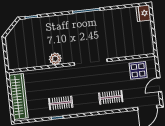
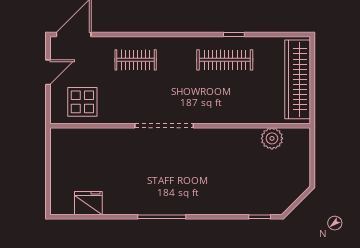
fridge: (143, 13) -> (88, 203), moved, turned -90
plant: (55, 59) -> (272, 138), moved
clothes rail: (61, 103) -> (225, 60), width x1.36

